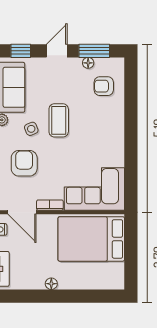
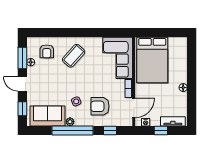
coffee table: (59, 120) -> (74, 56), moved, turned -48

